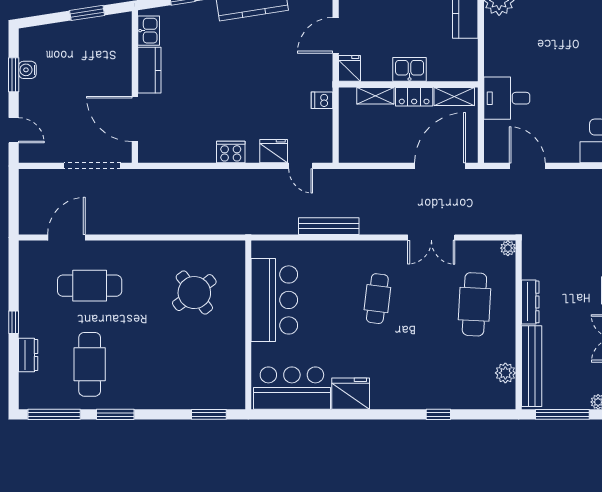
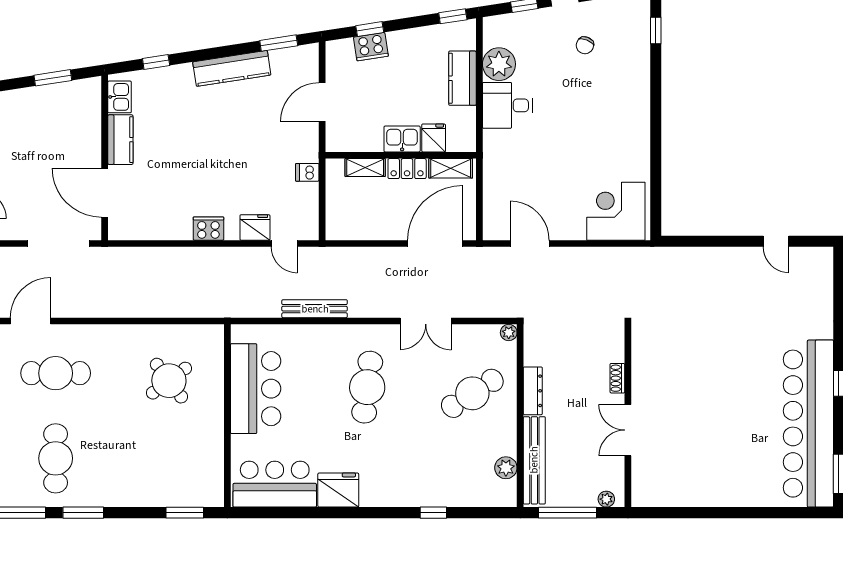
fridge: (350, 68) -> (434, 138), moved
desk: (507, 98) -> (507, 105), moved
cafe table: (377, 299) -> (367, 387), width x1.37, depth x1.35
cafe table: (474, 304) -> (472, 393), turned 54

